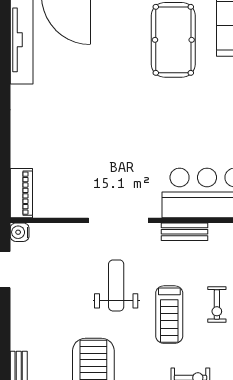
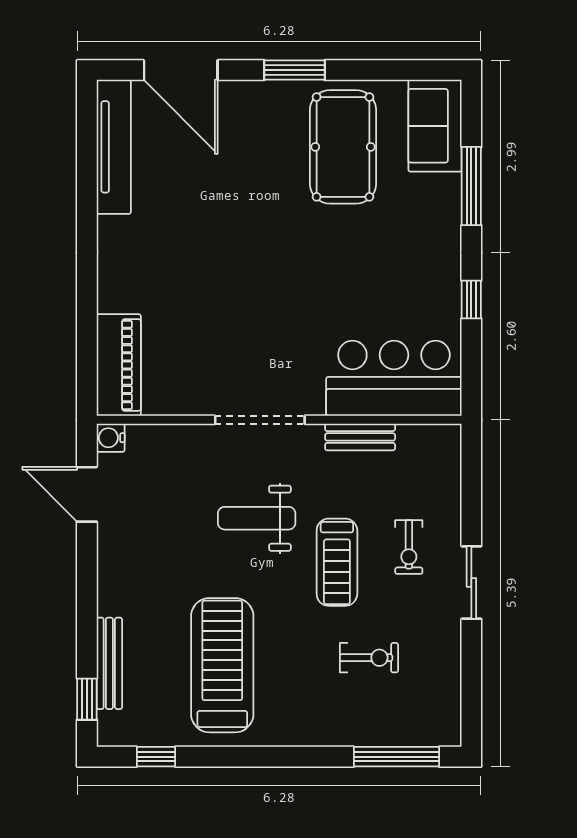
piano: (21, 193) -> (119, 365), width x1.37, depth x1.33
weight bench: (116, 285) -> (257, 518), turned -90

